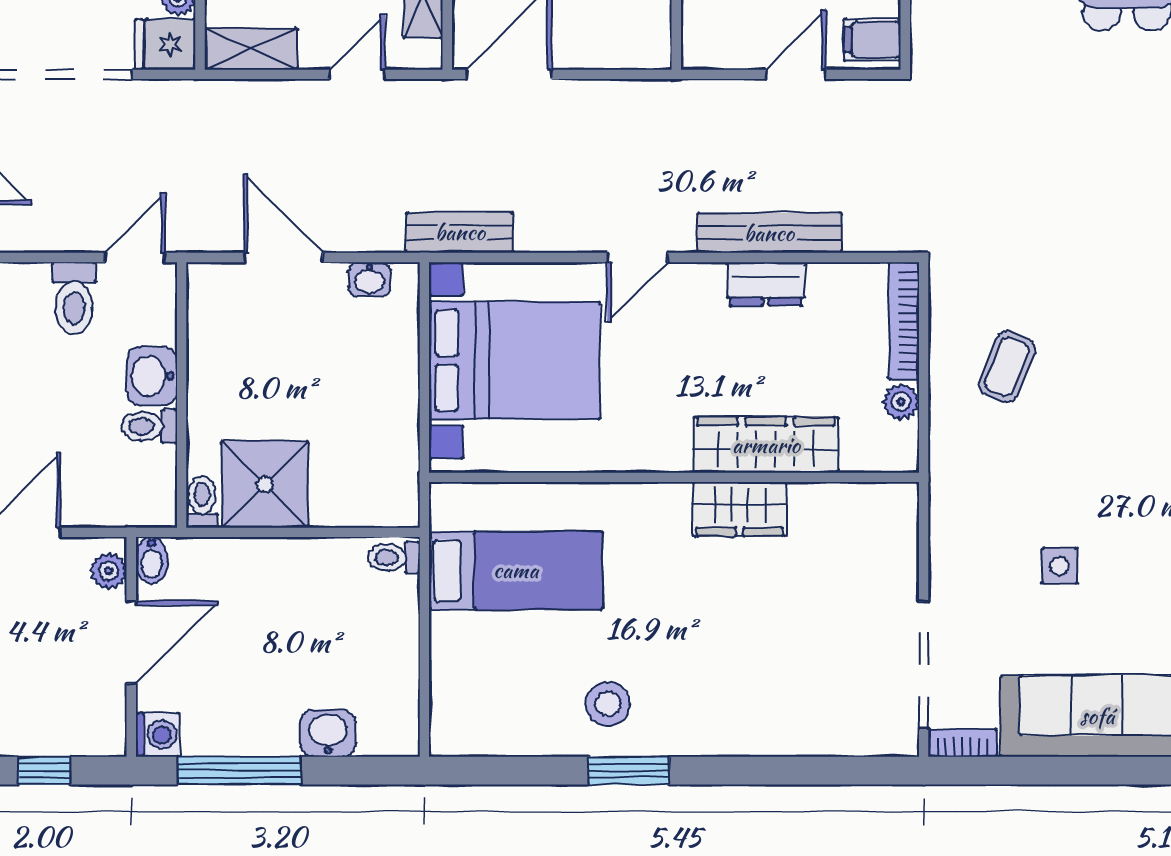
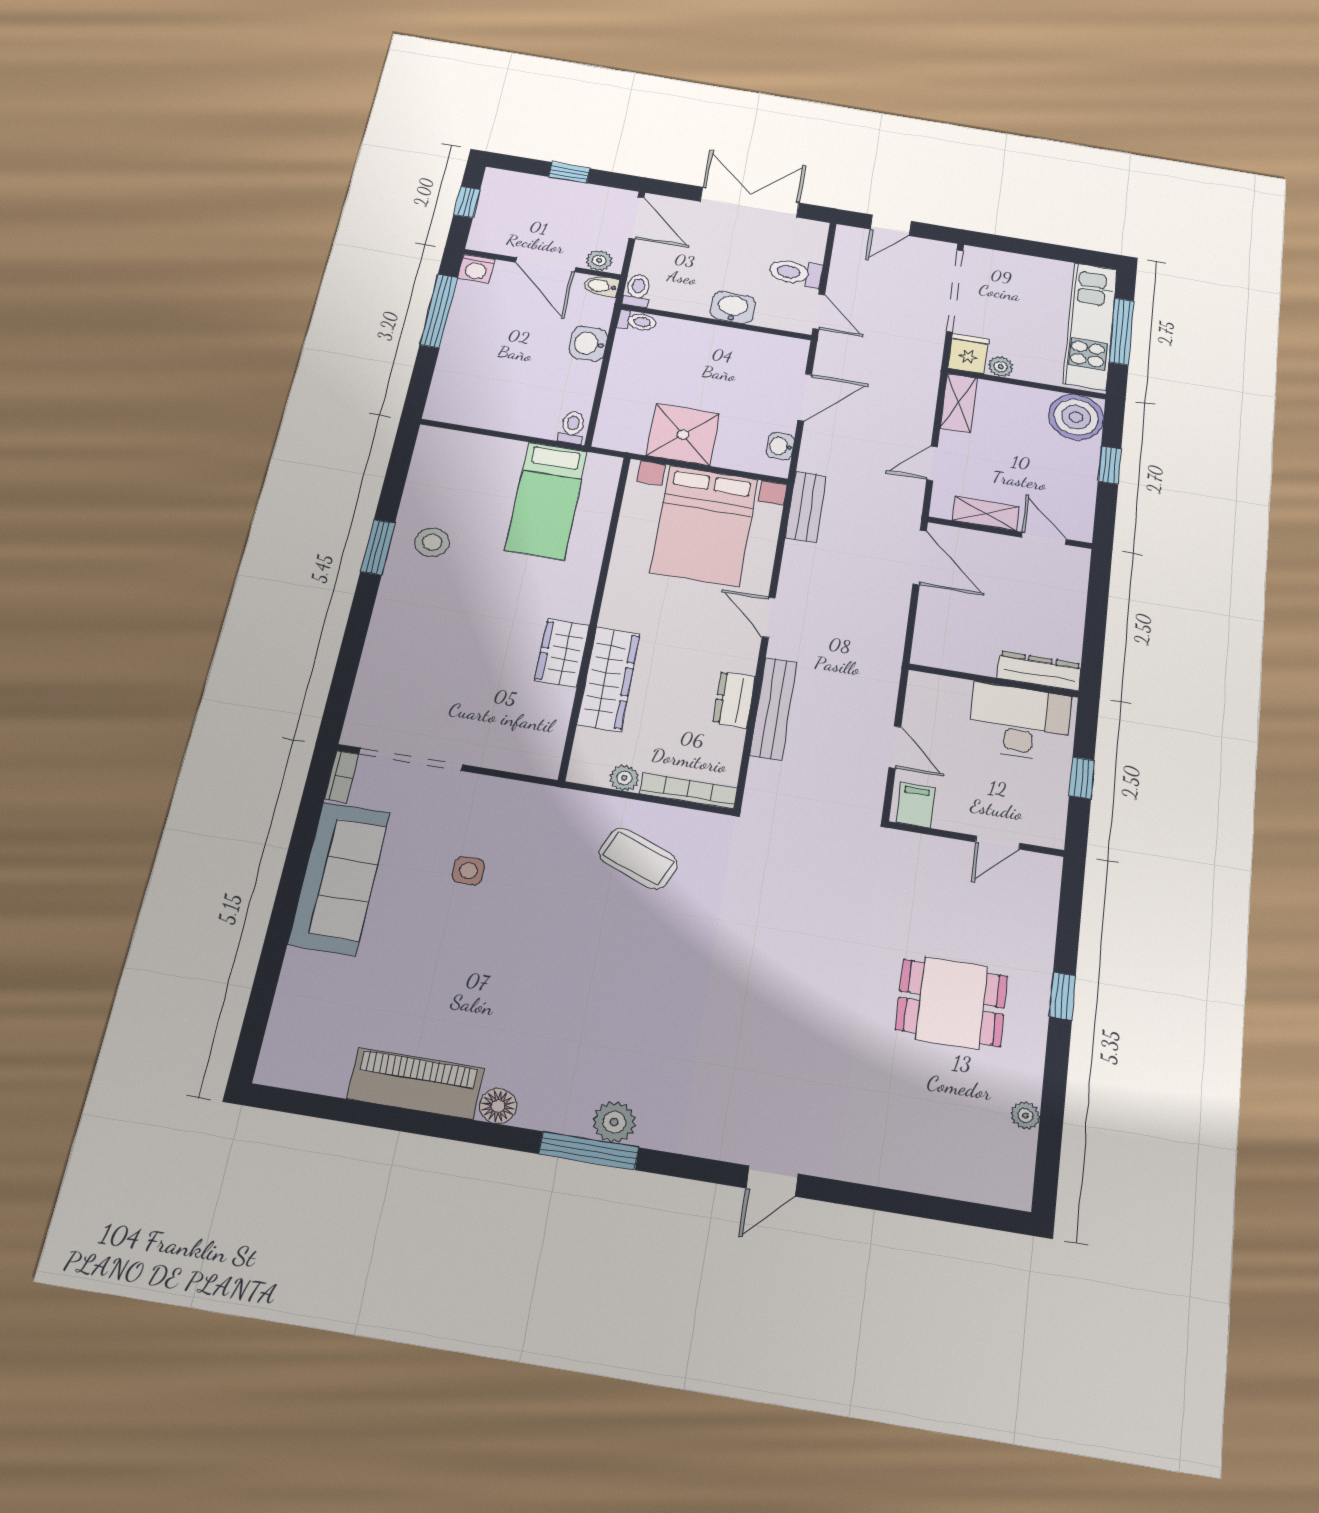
door: (357, 74) -> (932, 463), swing flipped
coffee table: (1007, 367) -> (638, 859), width x1.36, depth x1.30
toilet: (149, 426) -> (638, 290), moved
shower: (265, 484) -> (683, 435), moved
washbasin: (328, 733) -> (588, 344), moved, turned 180

